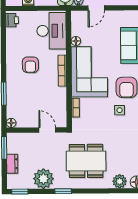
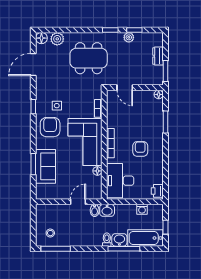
plant: (43, 179) -> (129, 37), width x0.53, depth x0.53
window: (20, 192) -> (134, 30), moved

